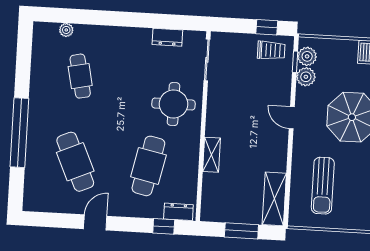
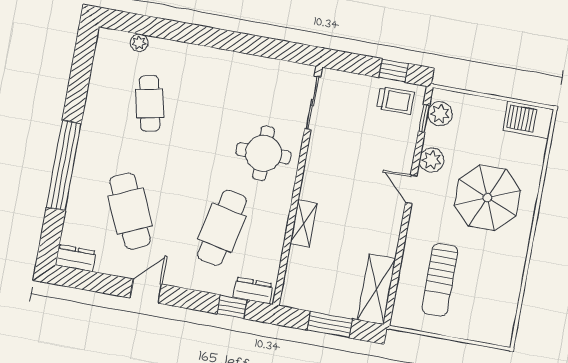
dresser: (167, 37) -> (76, 258), moved, turned 180
plant: (306, 77) -> (432, 160), moved

